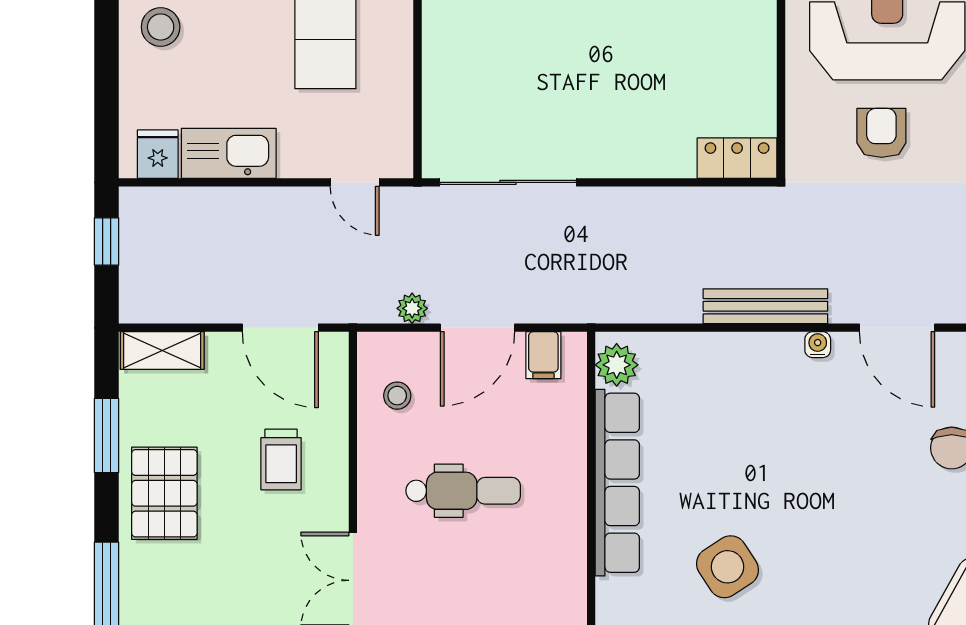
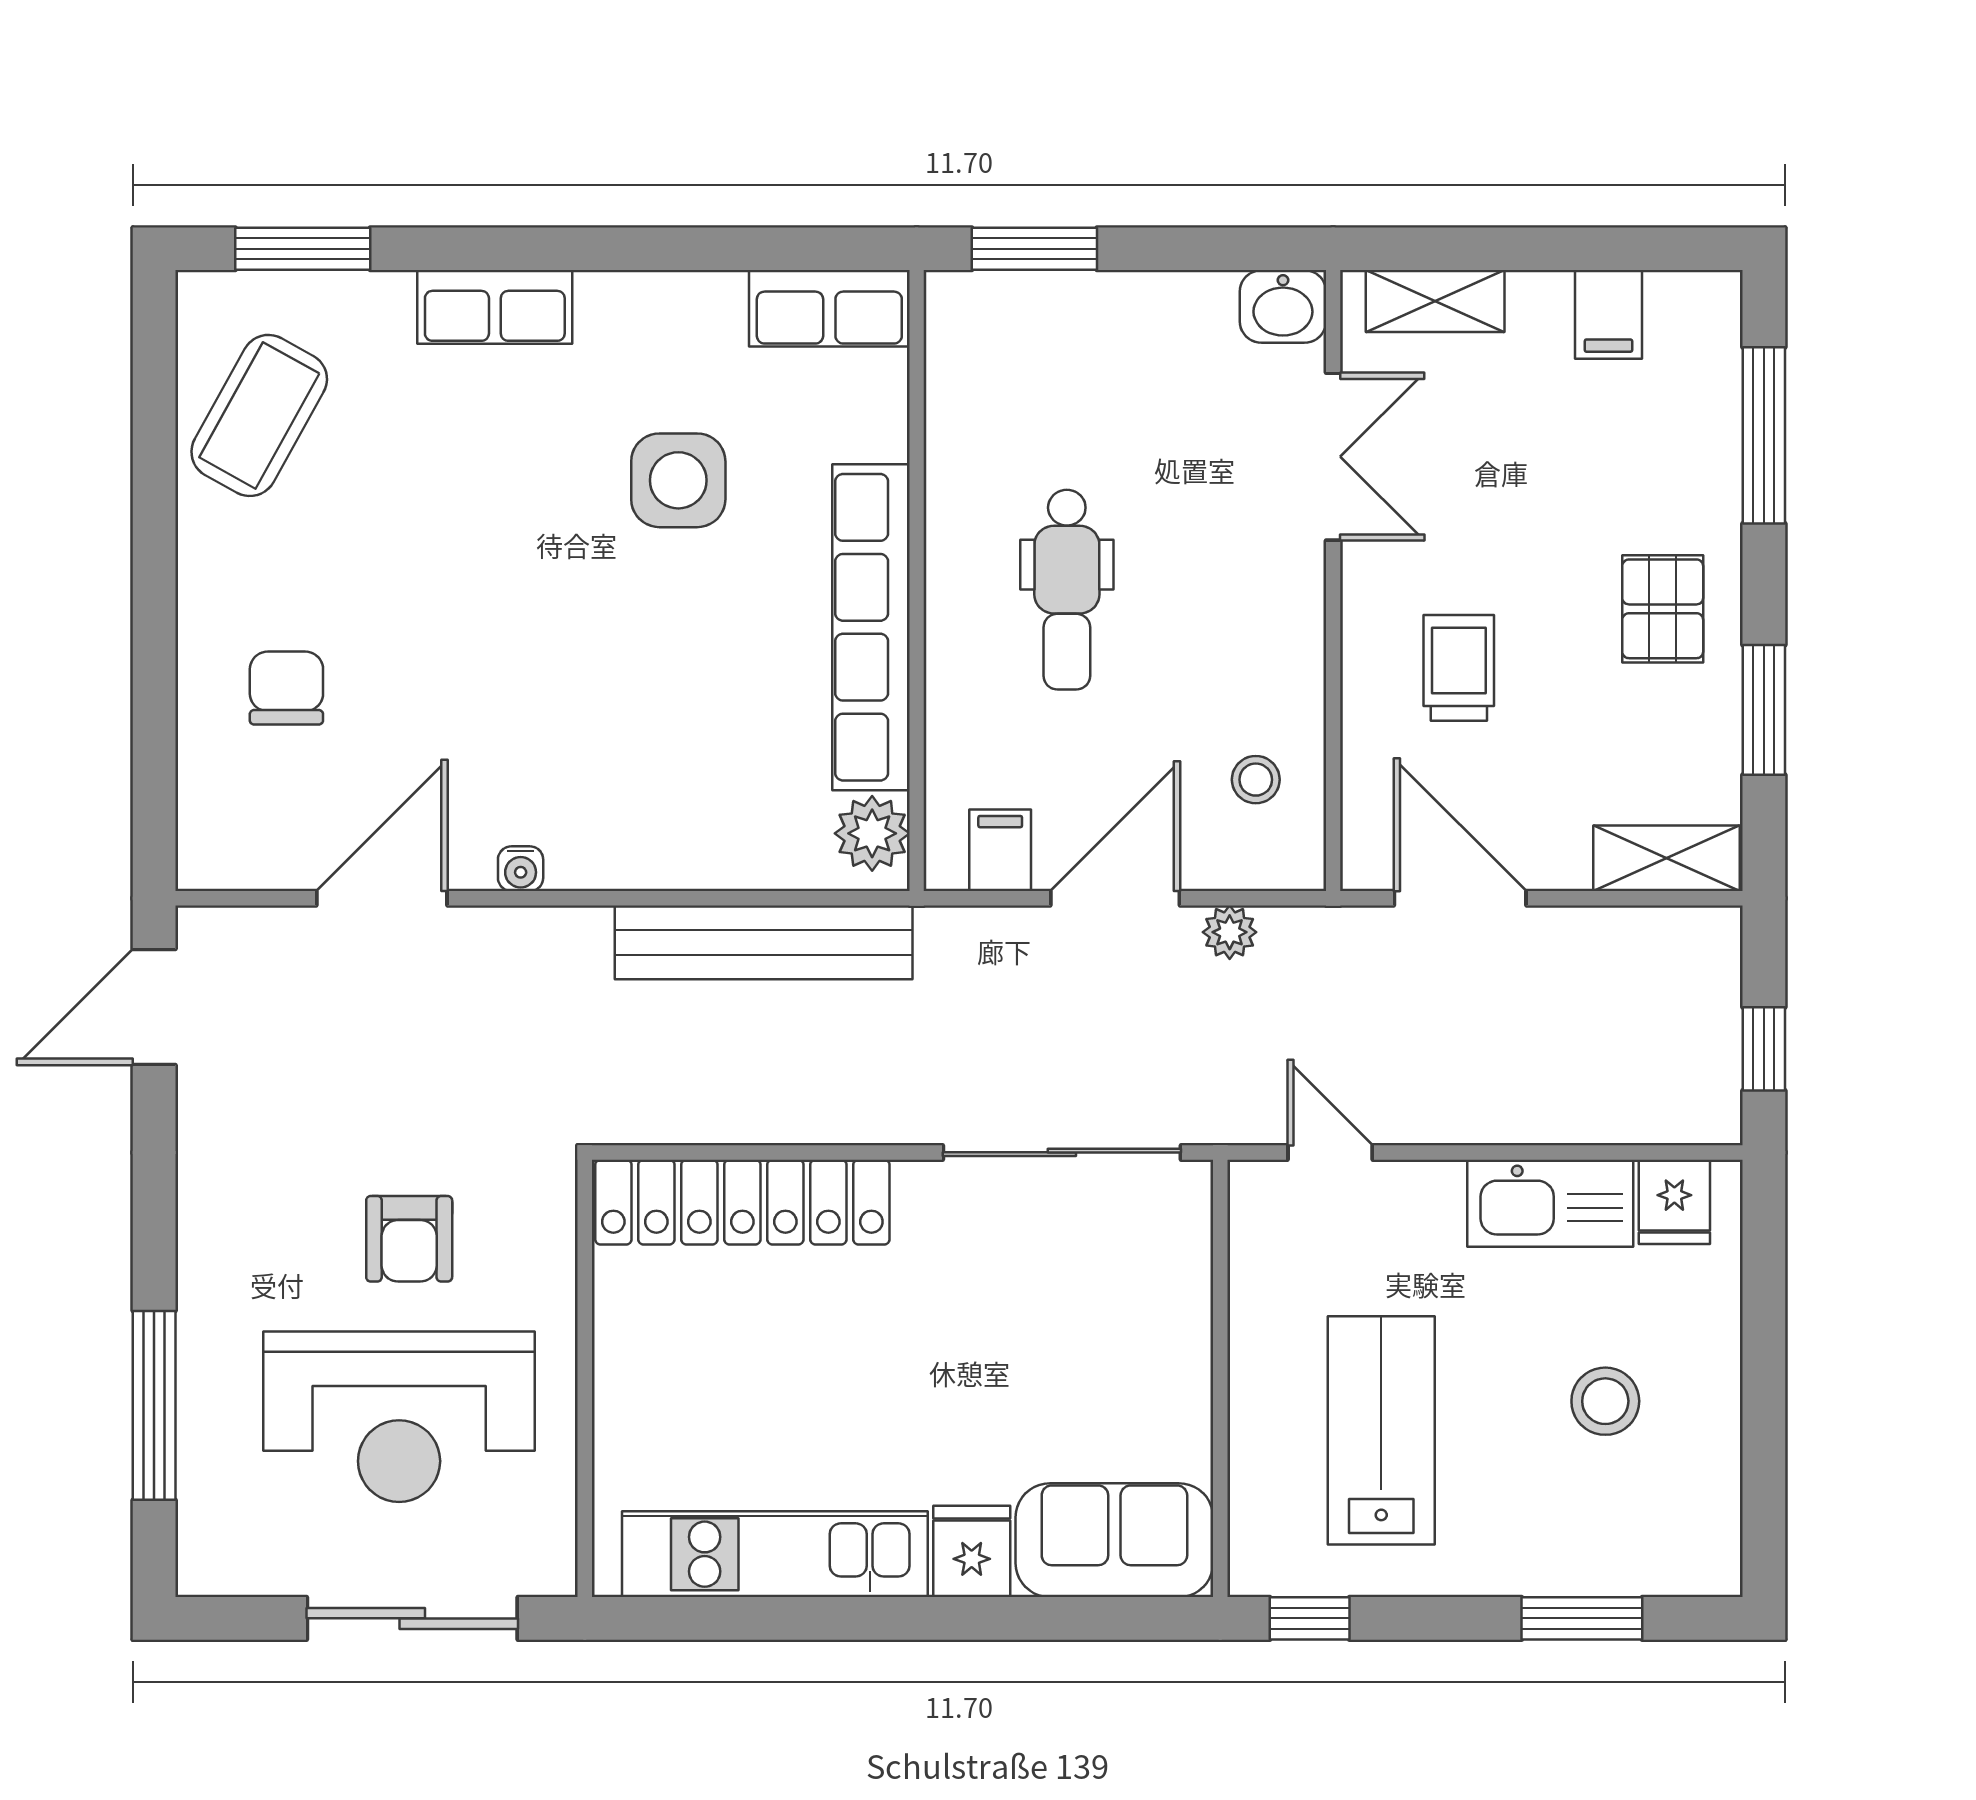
stool: (161, 27) -> (1605, 1401), moved
locker: (737, 158) -> (742, 1202), width x2.16, depth x1.21
bench: (765, 306) -> (764, 942), moved, width x1.37, depth x1.21
door: (897, 328) -> (382, 898), hinge flipped
dental chair: (463, 491) -> (1067, 590), moved, turned -90
pallet: (164, 493) -> (1663, 609), width x0.67, depth x0.71
side table: (727, 567) -> (678, 480), turned 33

